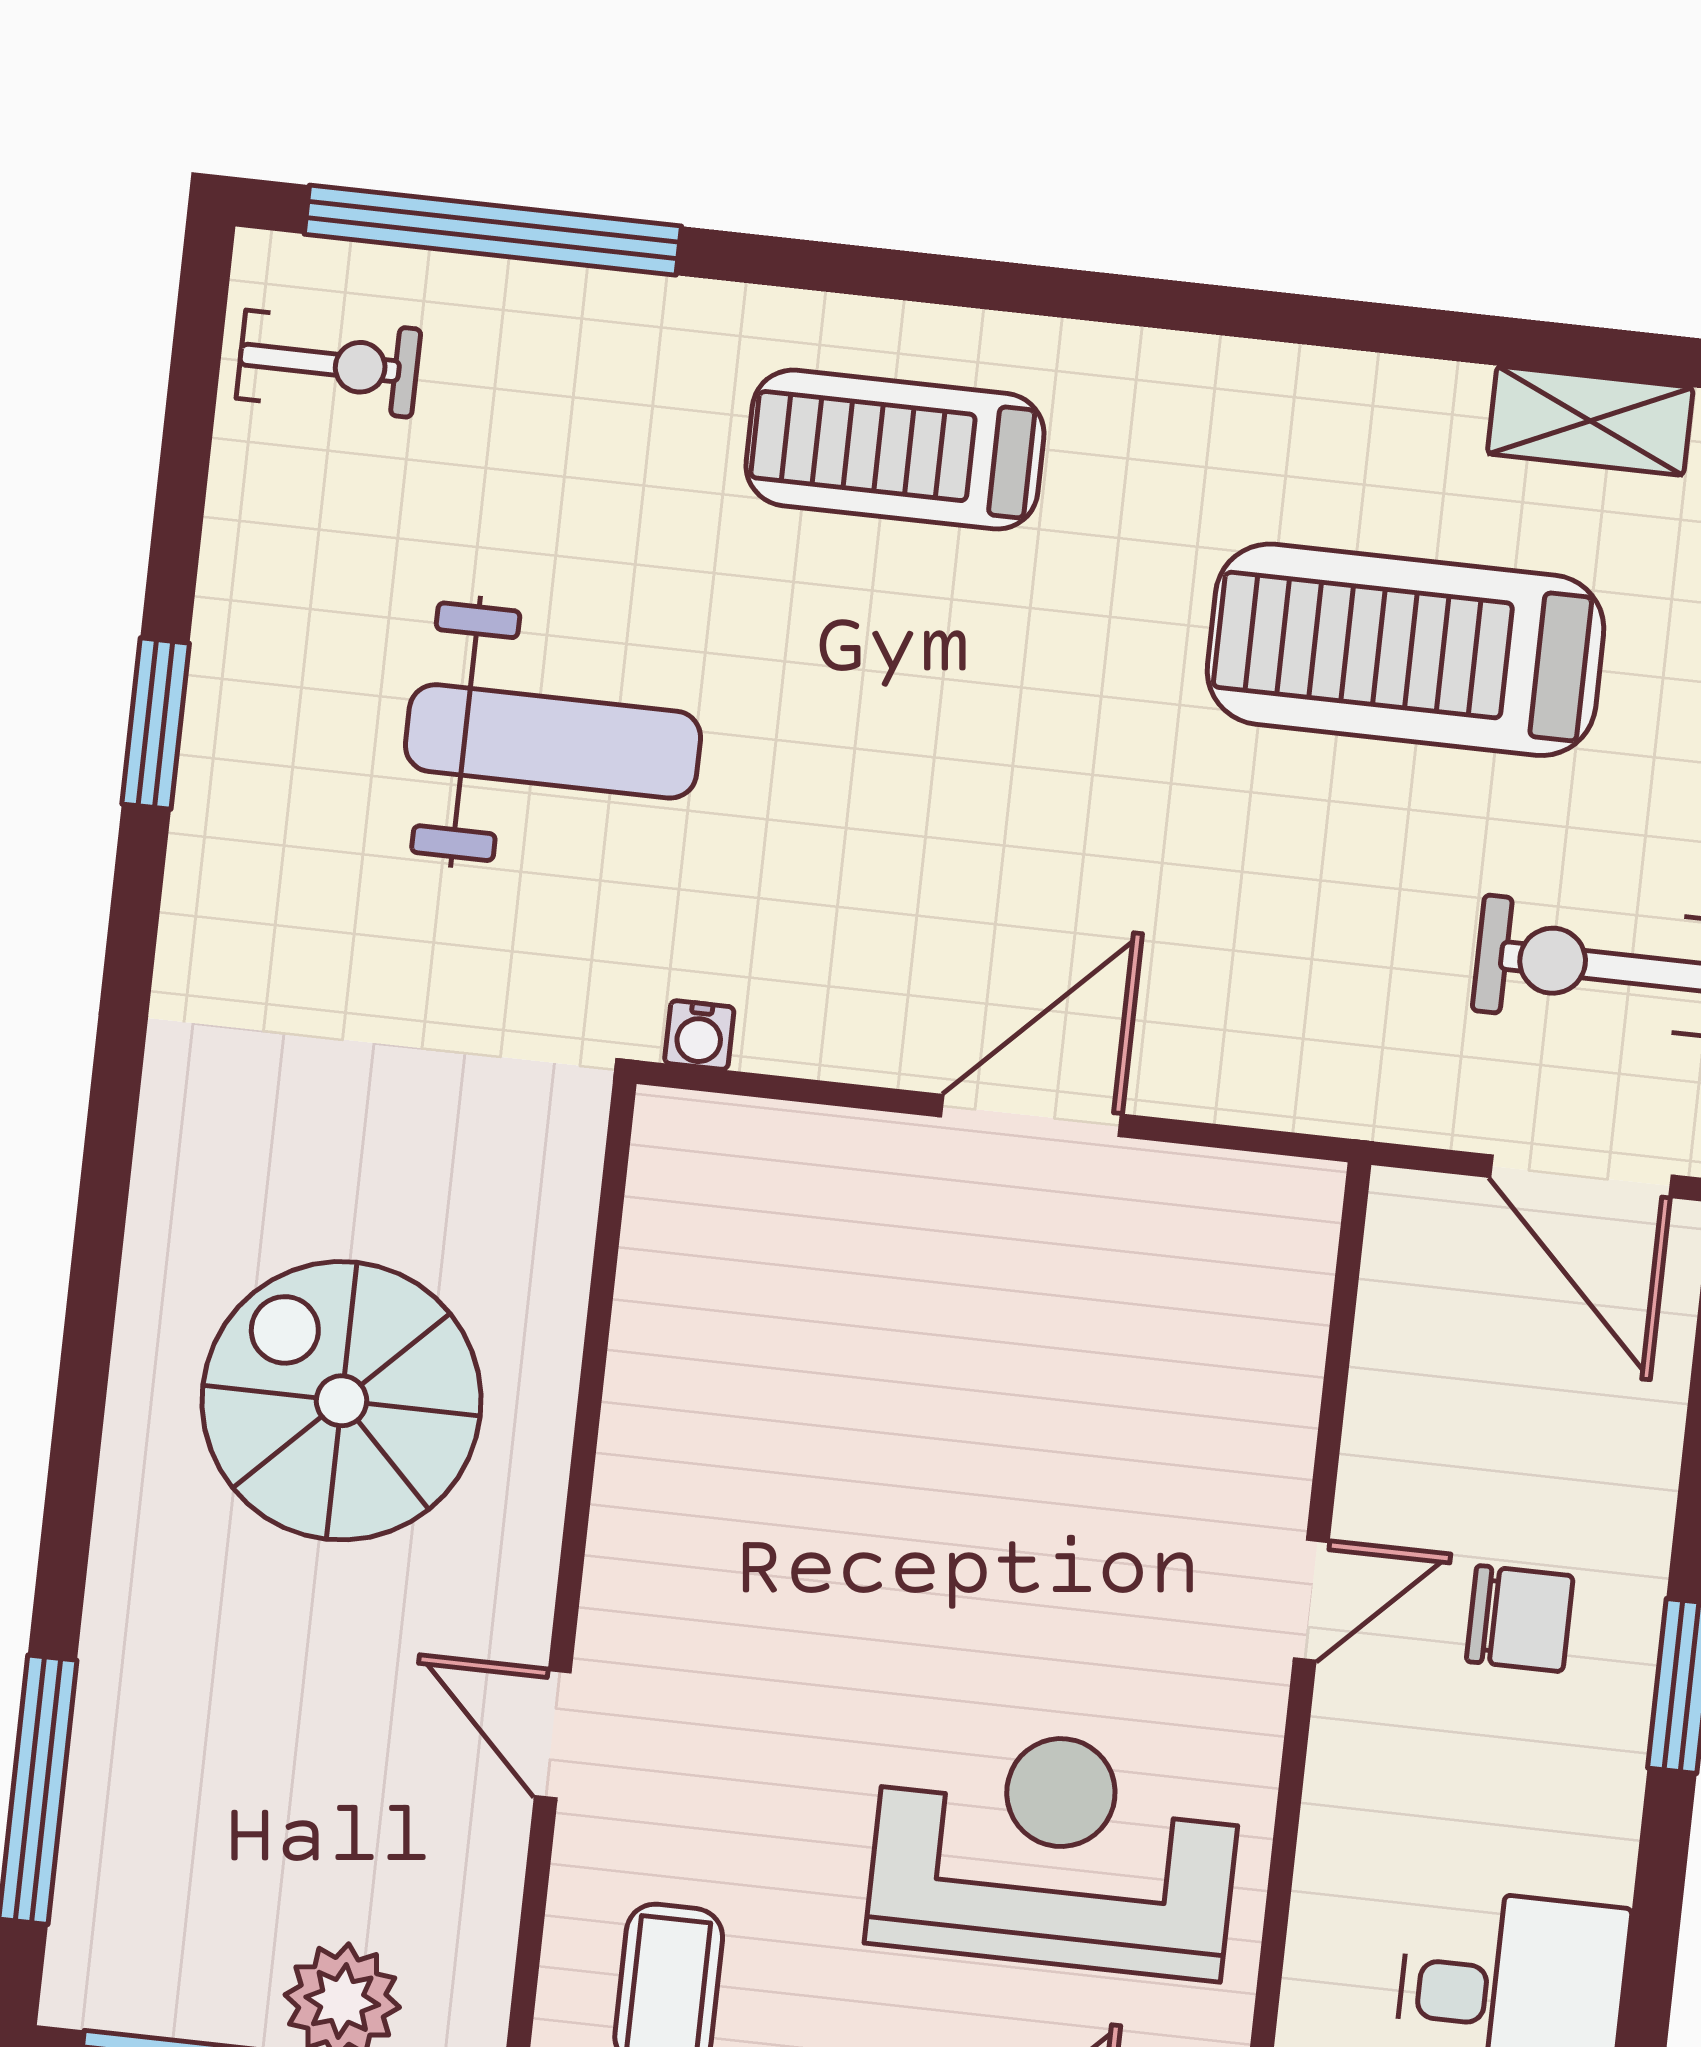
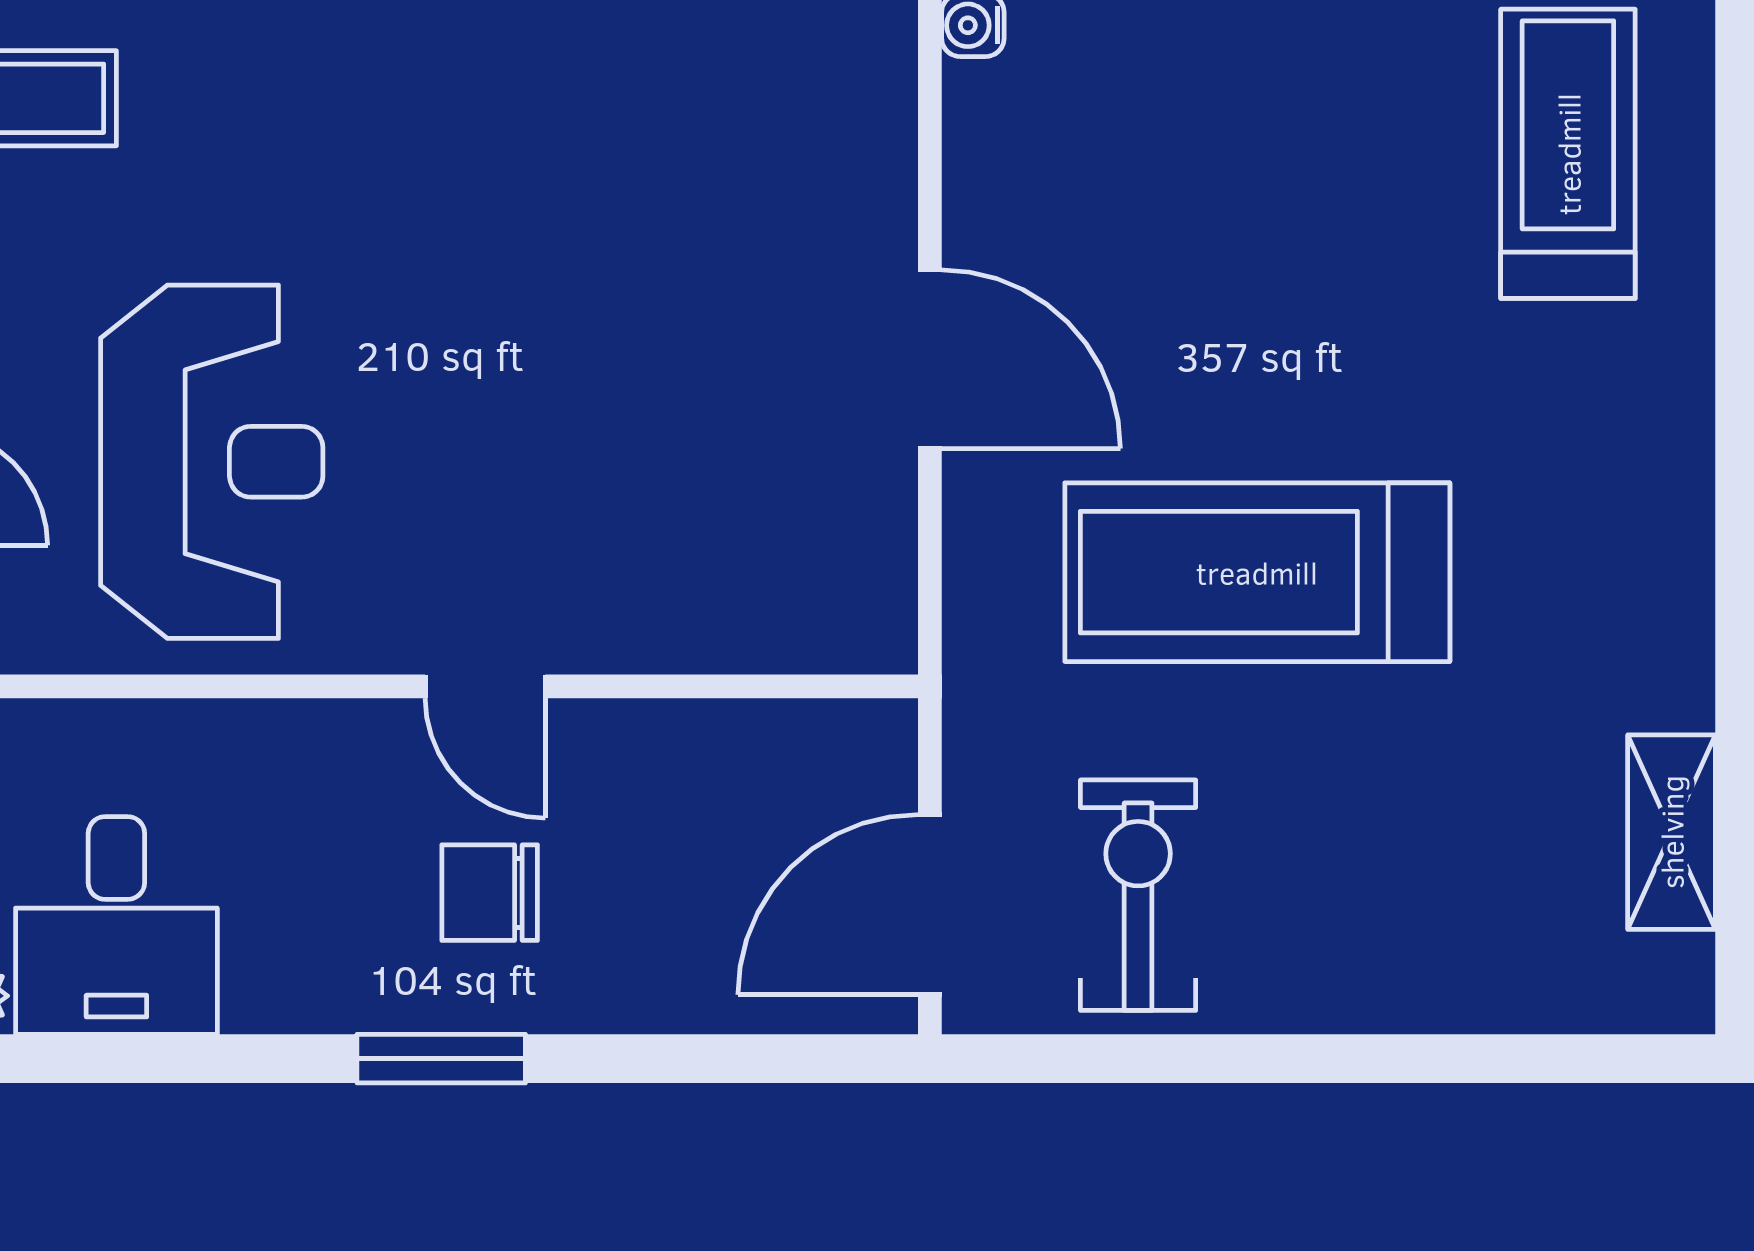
treadmill: (1406, 650) -> (1257, 572), moved, turned -90
chair: (1520, 1619) -> (490, 893), turned 90

